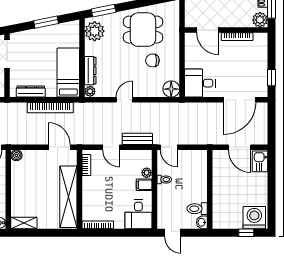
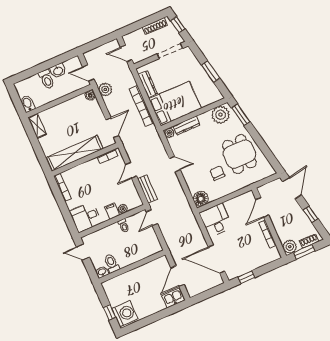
bed: (68, 73) -> (175, 104), width x1.50
plant: (17, 137) -> (105, 89), added
door: (173, 233) -> (83, 252), hinge flipped

